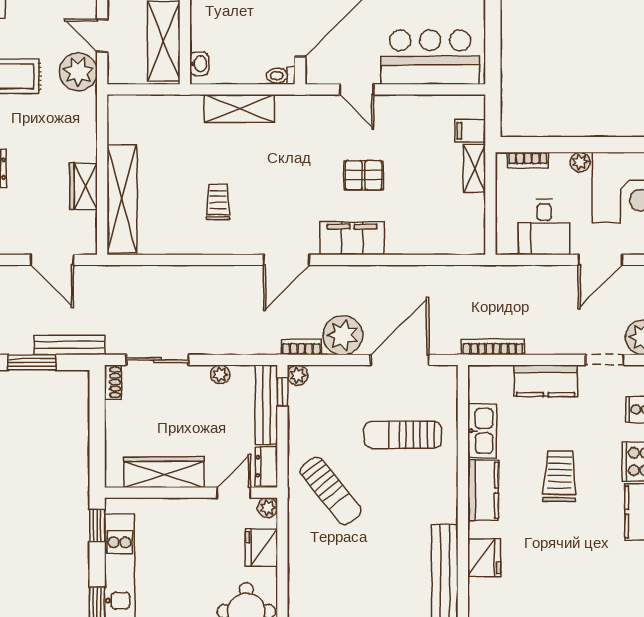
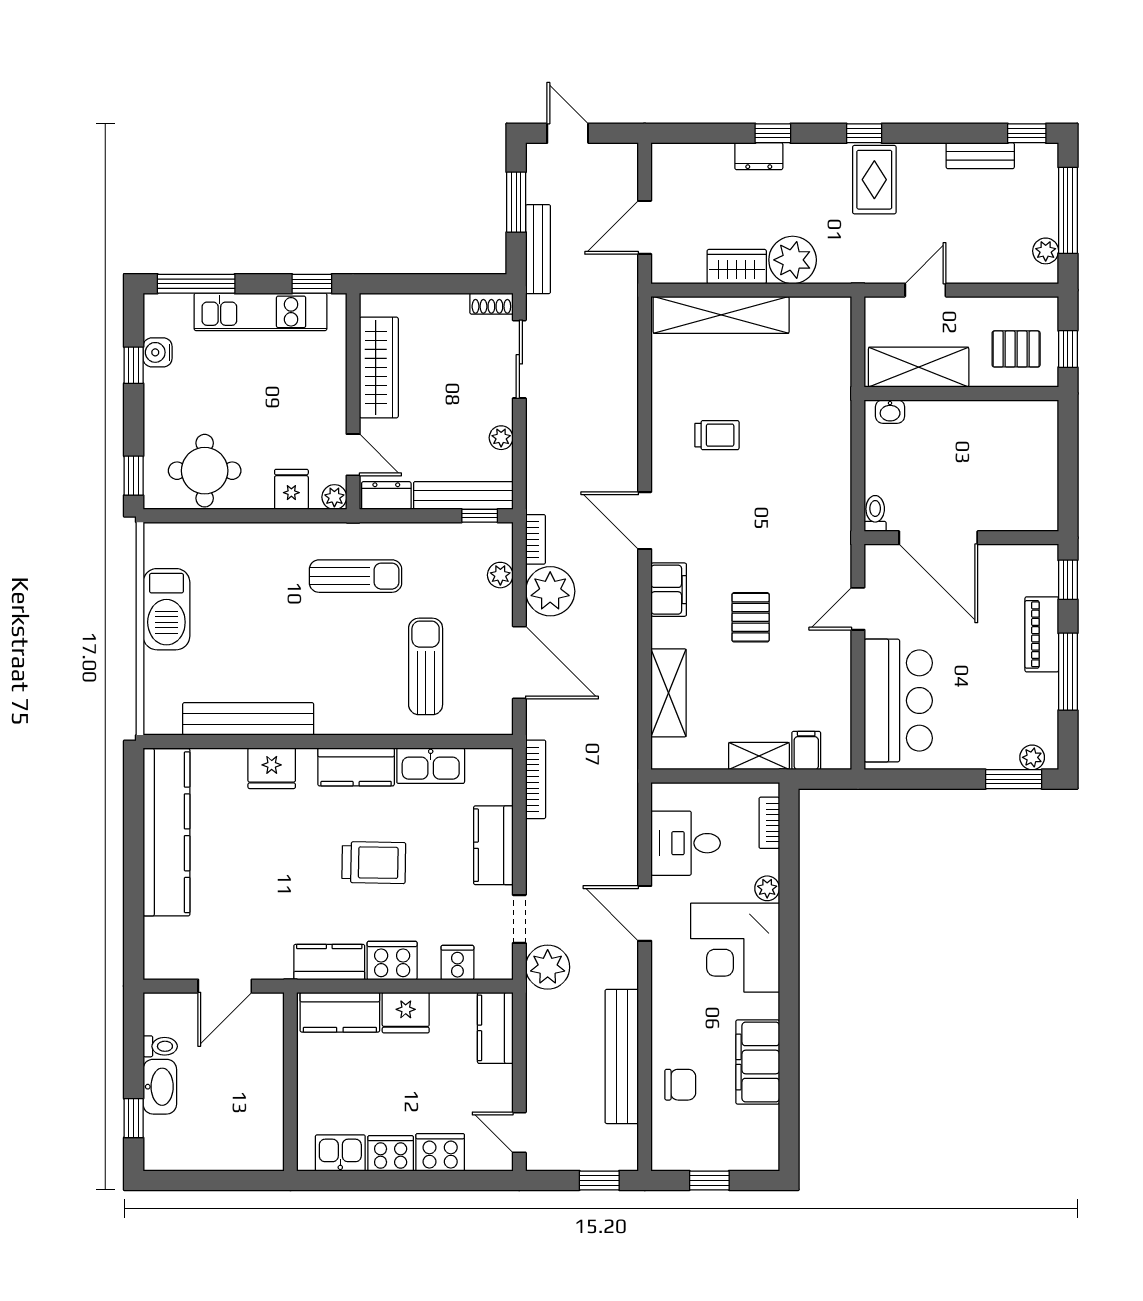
plant: (78, 72) -> (793, 260), moved
shelving: (239, 109) -> (669, 693), moved
filing cabinet: (352, 238) -> (669, 590), width x0.67, depth x0.86
plant: (298, 375) -> (500, 575), moved
sun lounger: (331, 491) -> (356, 576), turned -141
fridge: (261, 547) -> (291, 489), width x0.72

